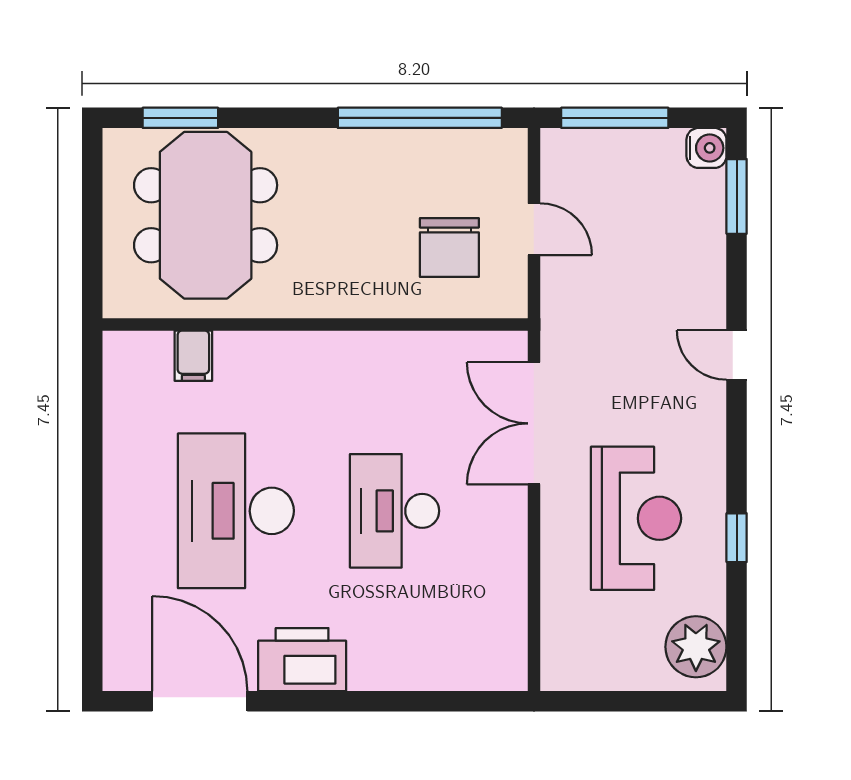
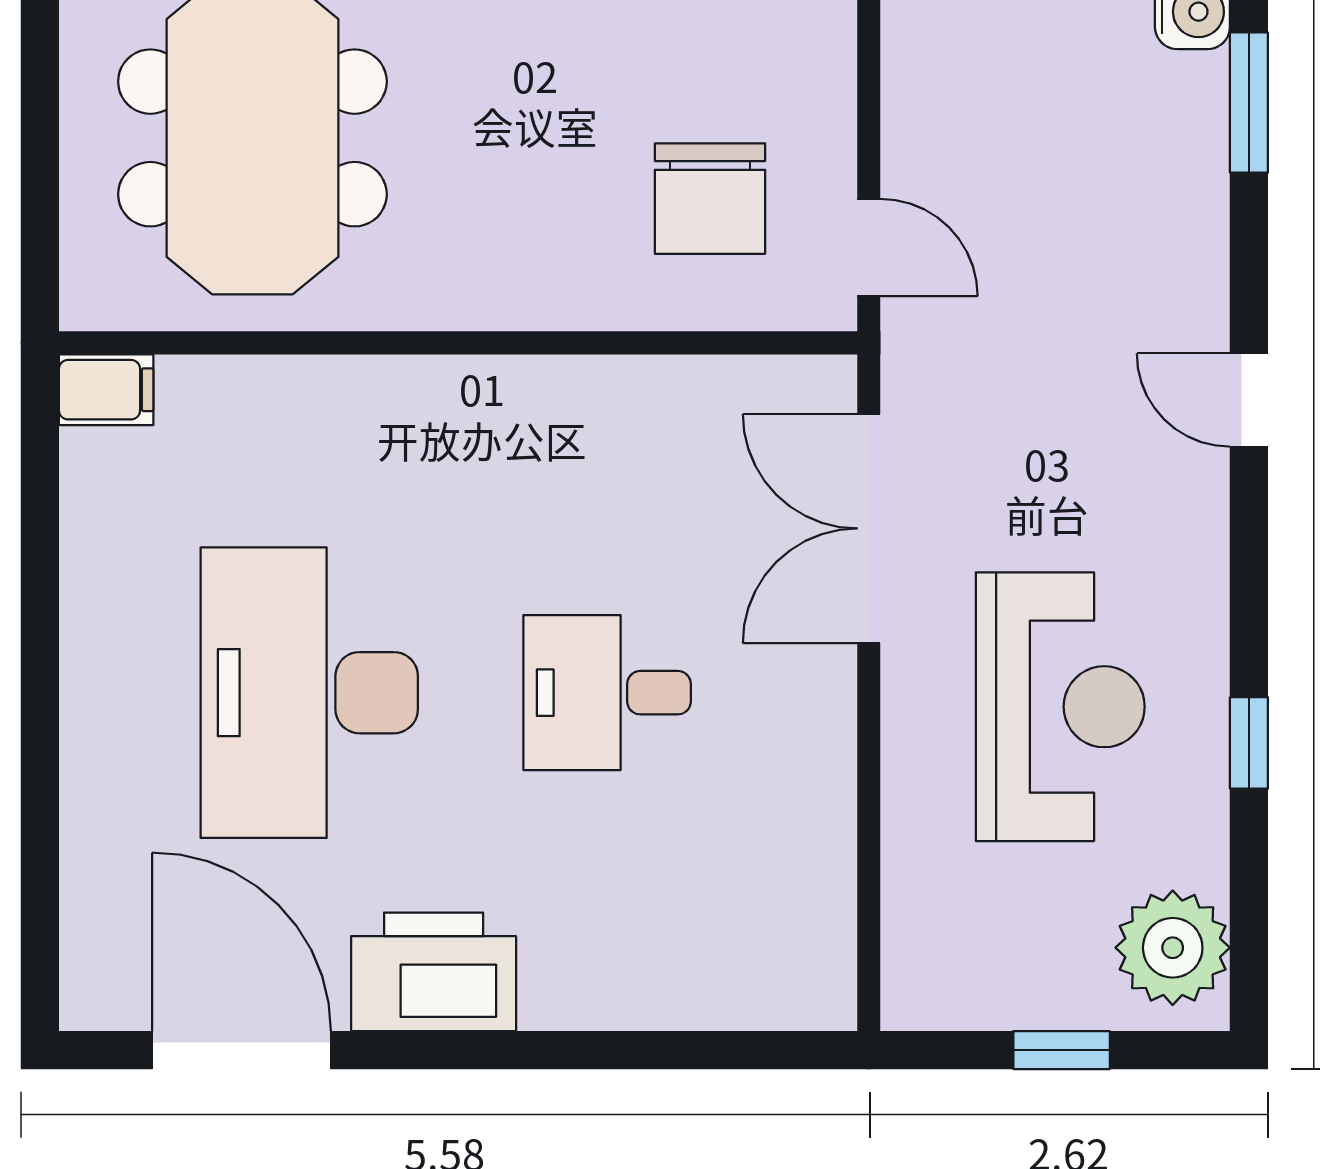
door: (534, 229) -> (869, 247), moved
filing cabinet: (193, 356) -> (106, 390), moved, turned -90
desk: (395, 511) -> (607, 693), width x0.73
window: (637, 701) -> (1062, 1050), added

